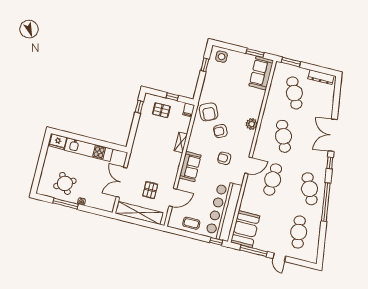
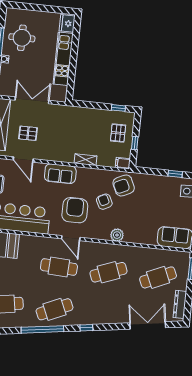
double door: (333, 135) -> (148, 325), moved
armchair: (224, 158) -> (75, 210), width x1.88, depth x1.88
round table: (65, 183) -> (22, 38), turned 31

